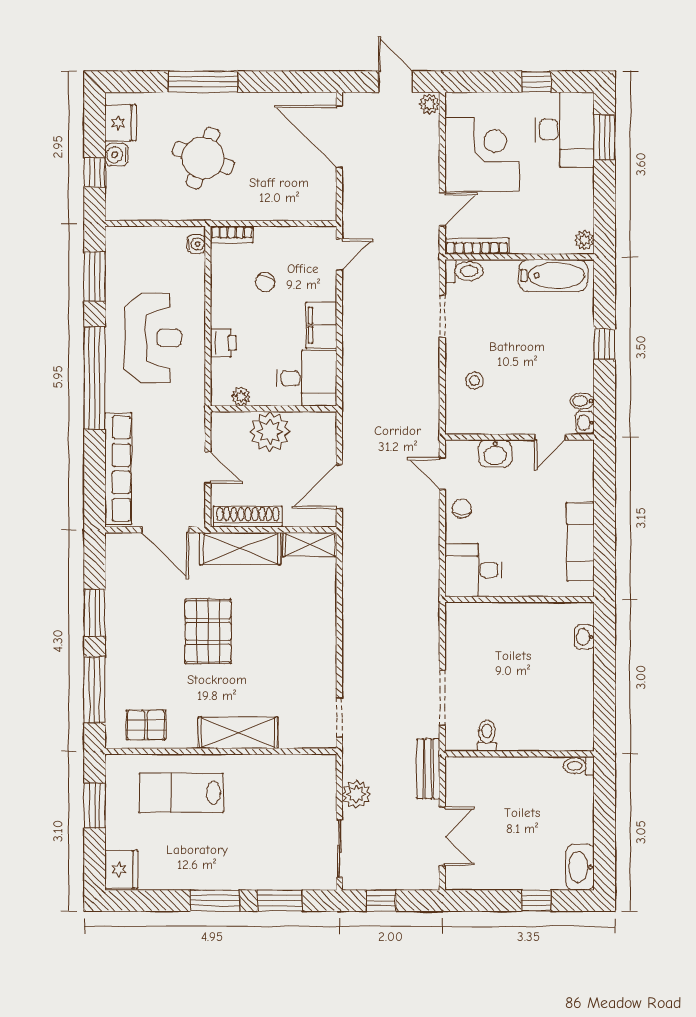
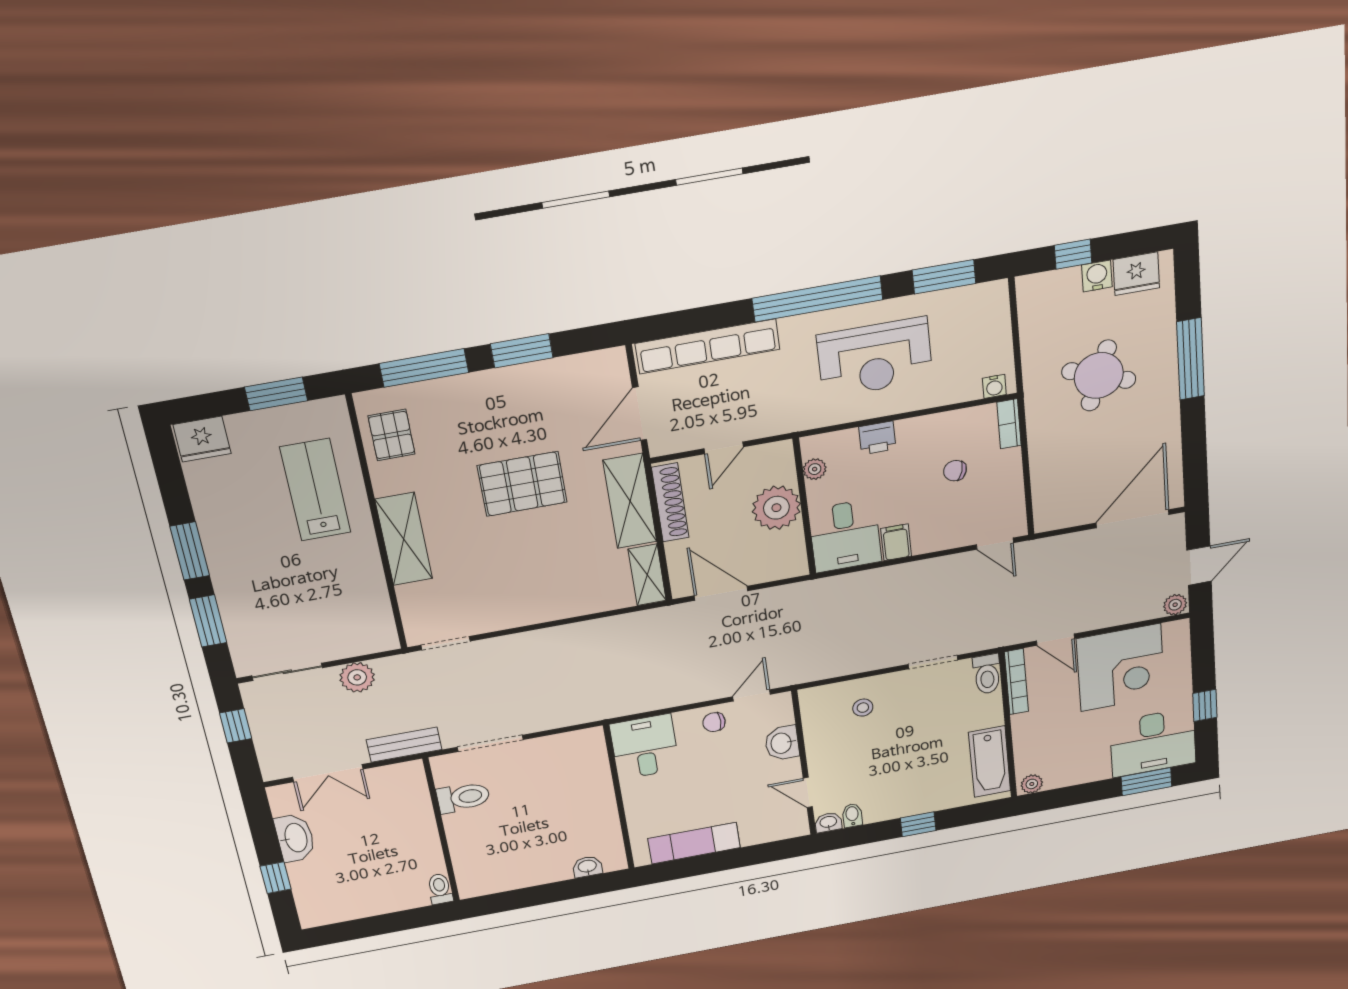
filing cabinet: (321, 325) -> (896, 542), width x0.50
chair: (462, 508) -> (714, 722), turned 180
toilet: (487, 736) -> (463, 797), width x1.37, depth x1.39
washbasin: (580, 867) -> (295, 838), moved, turned 90

